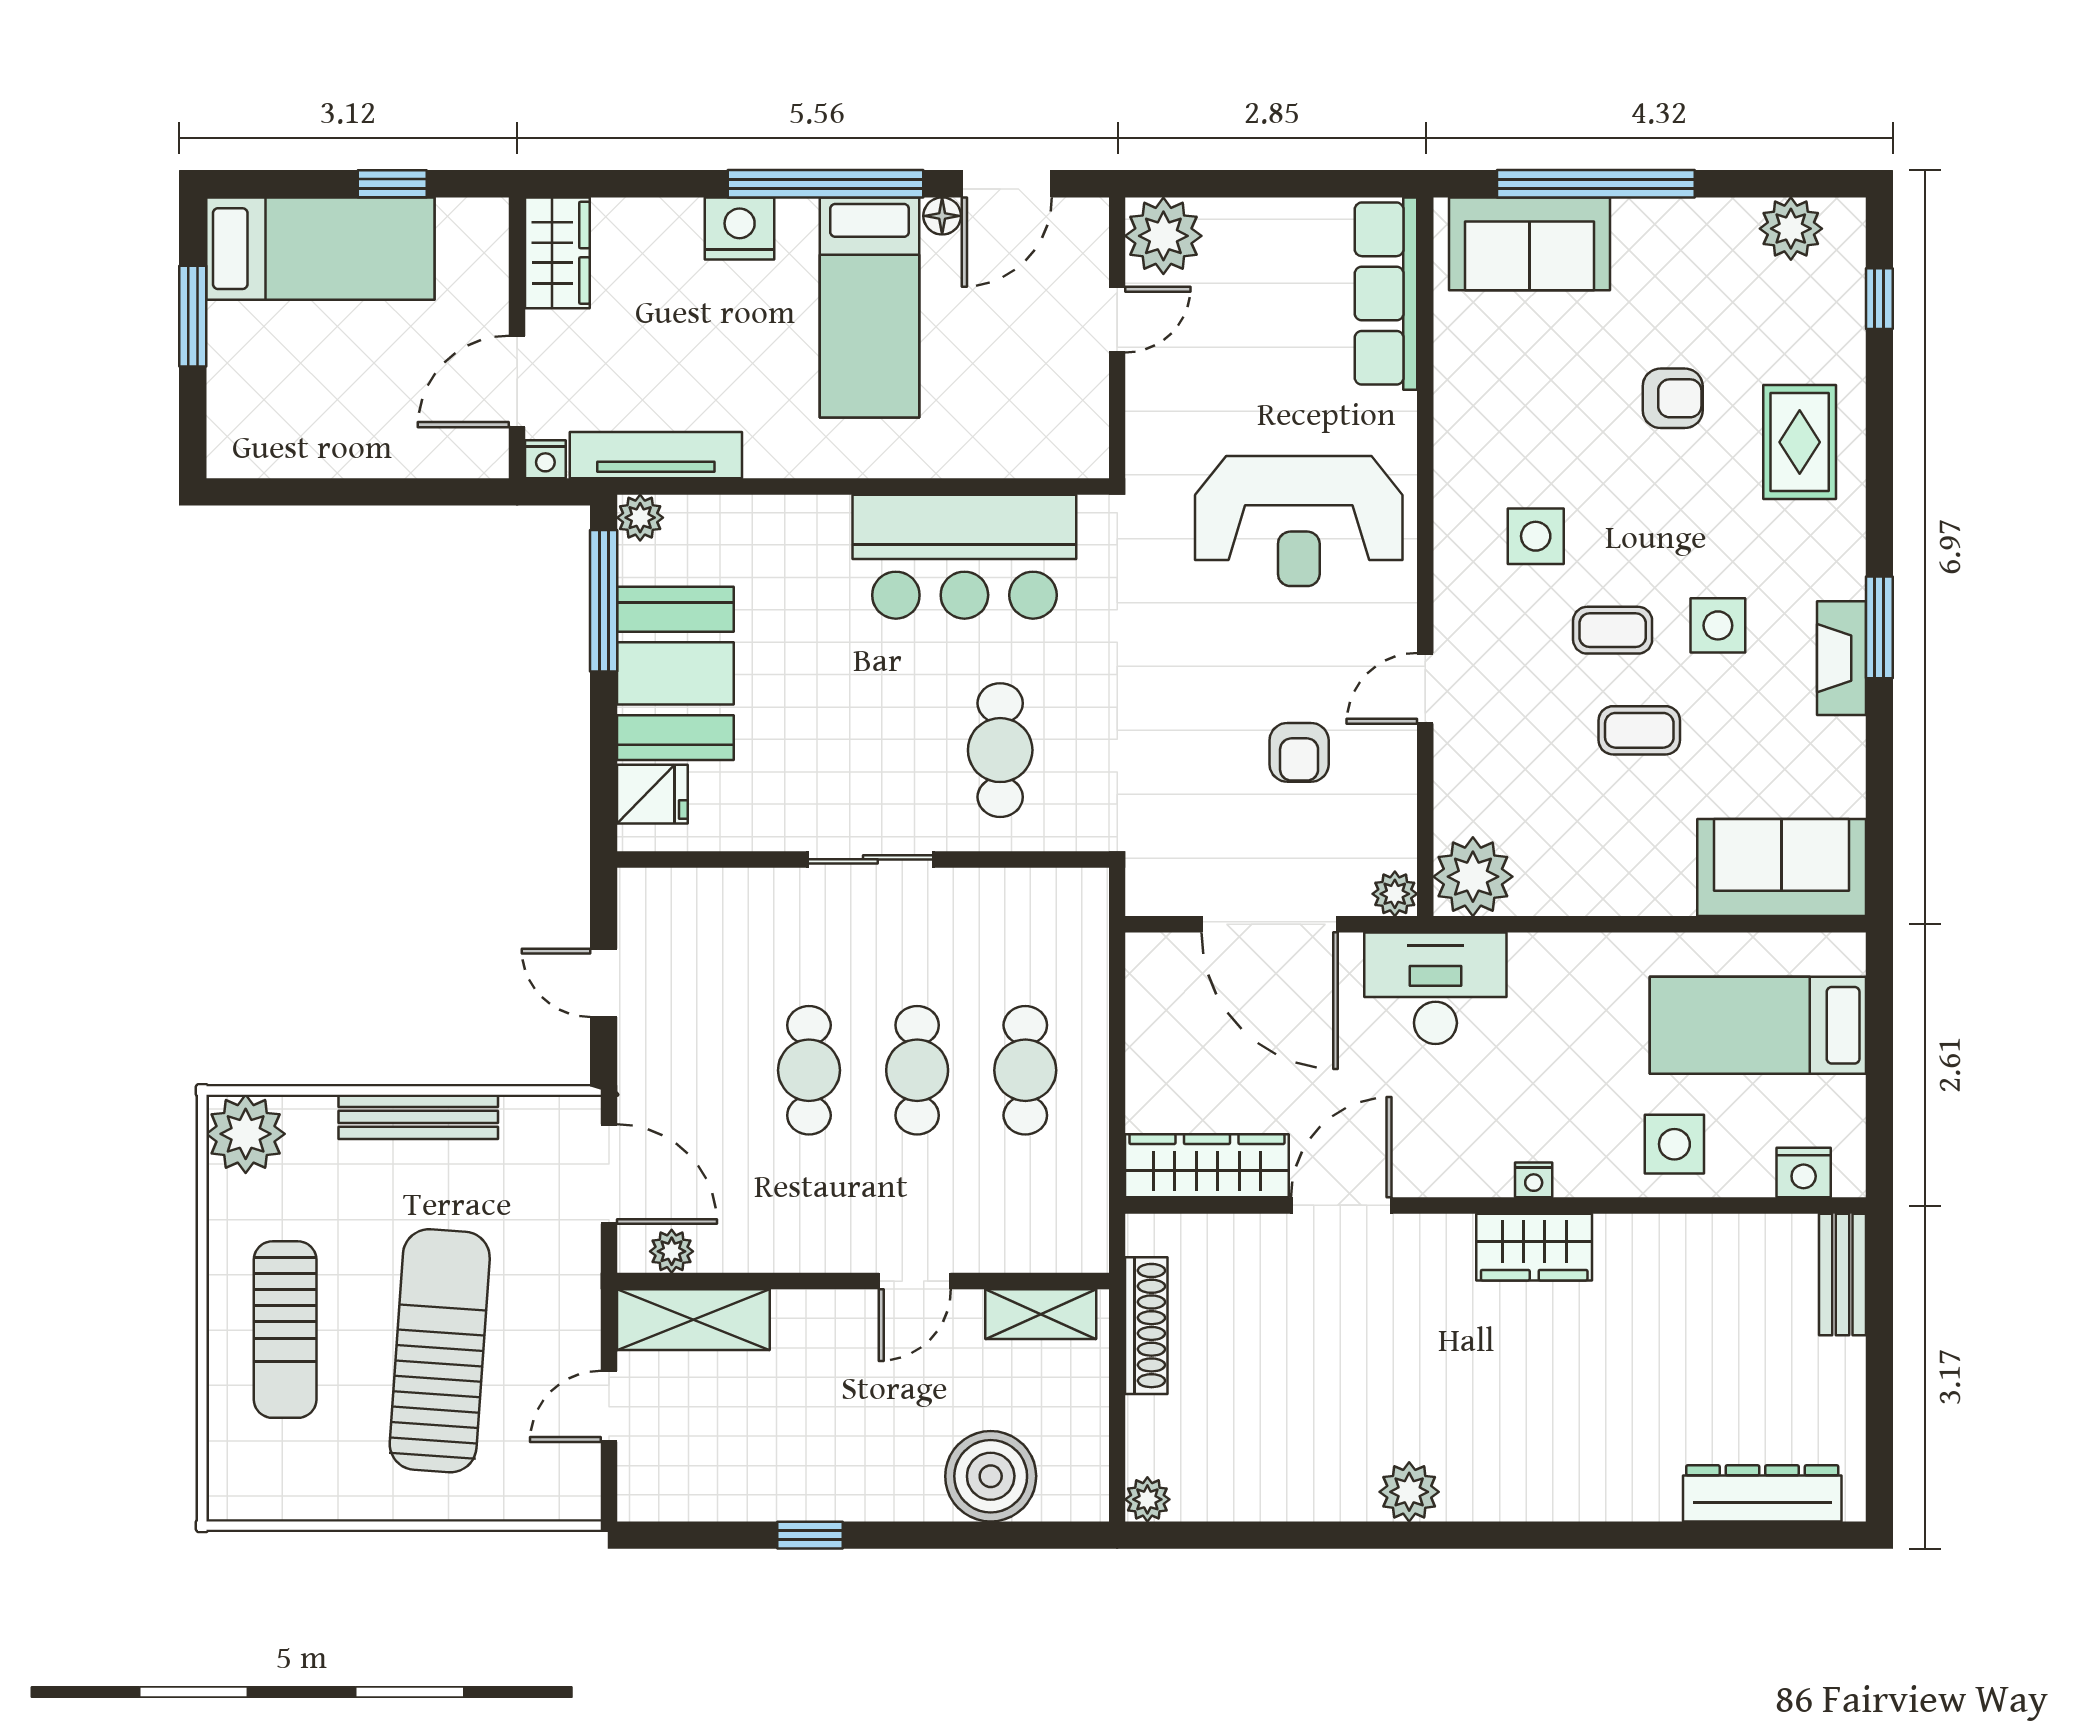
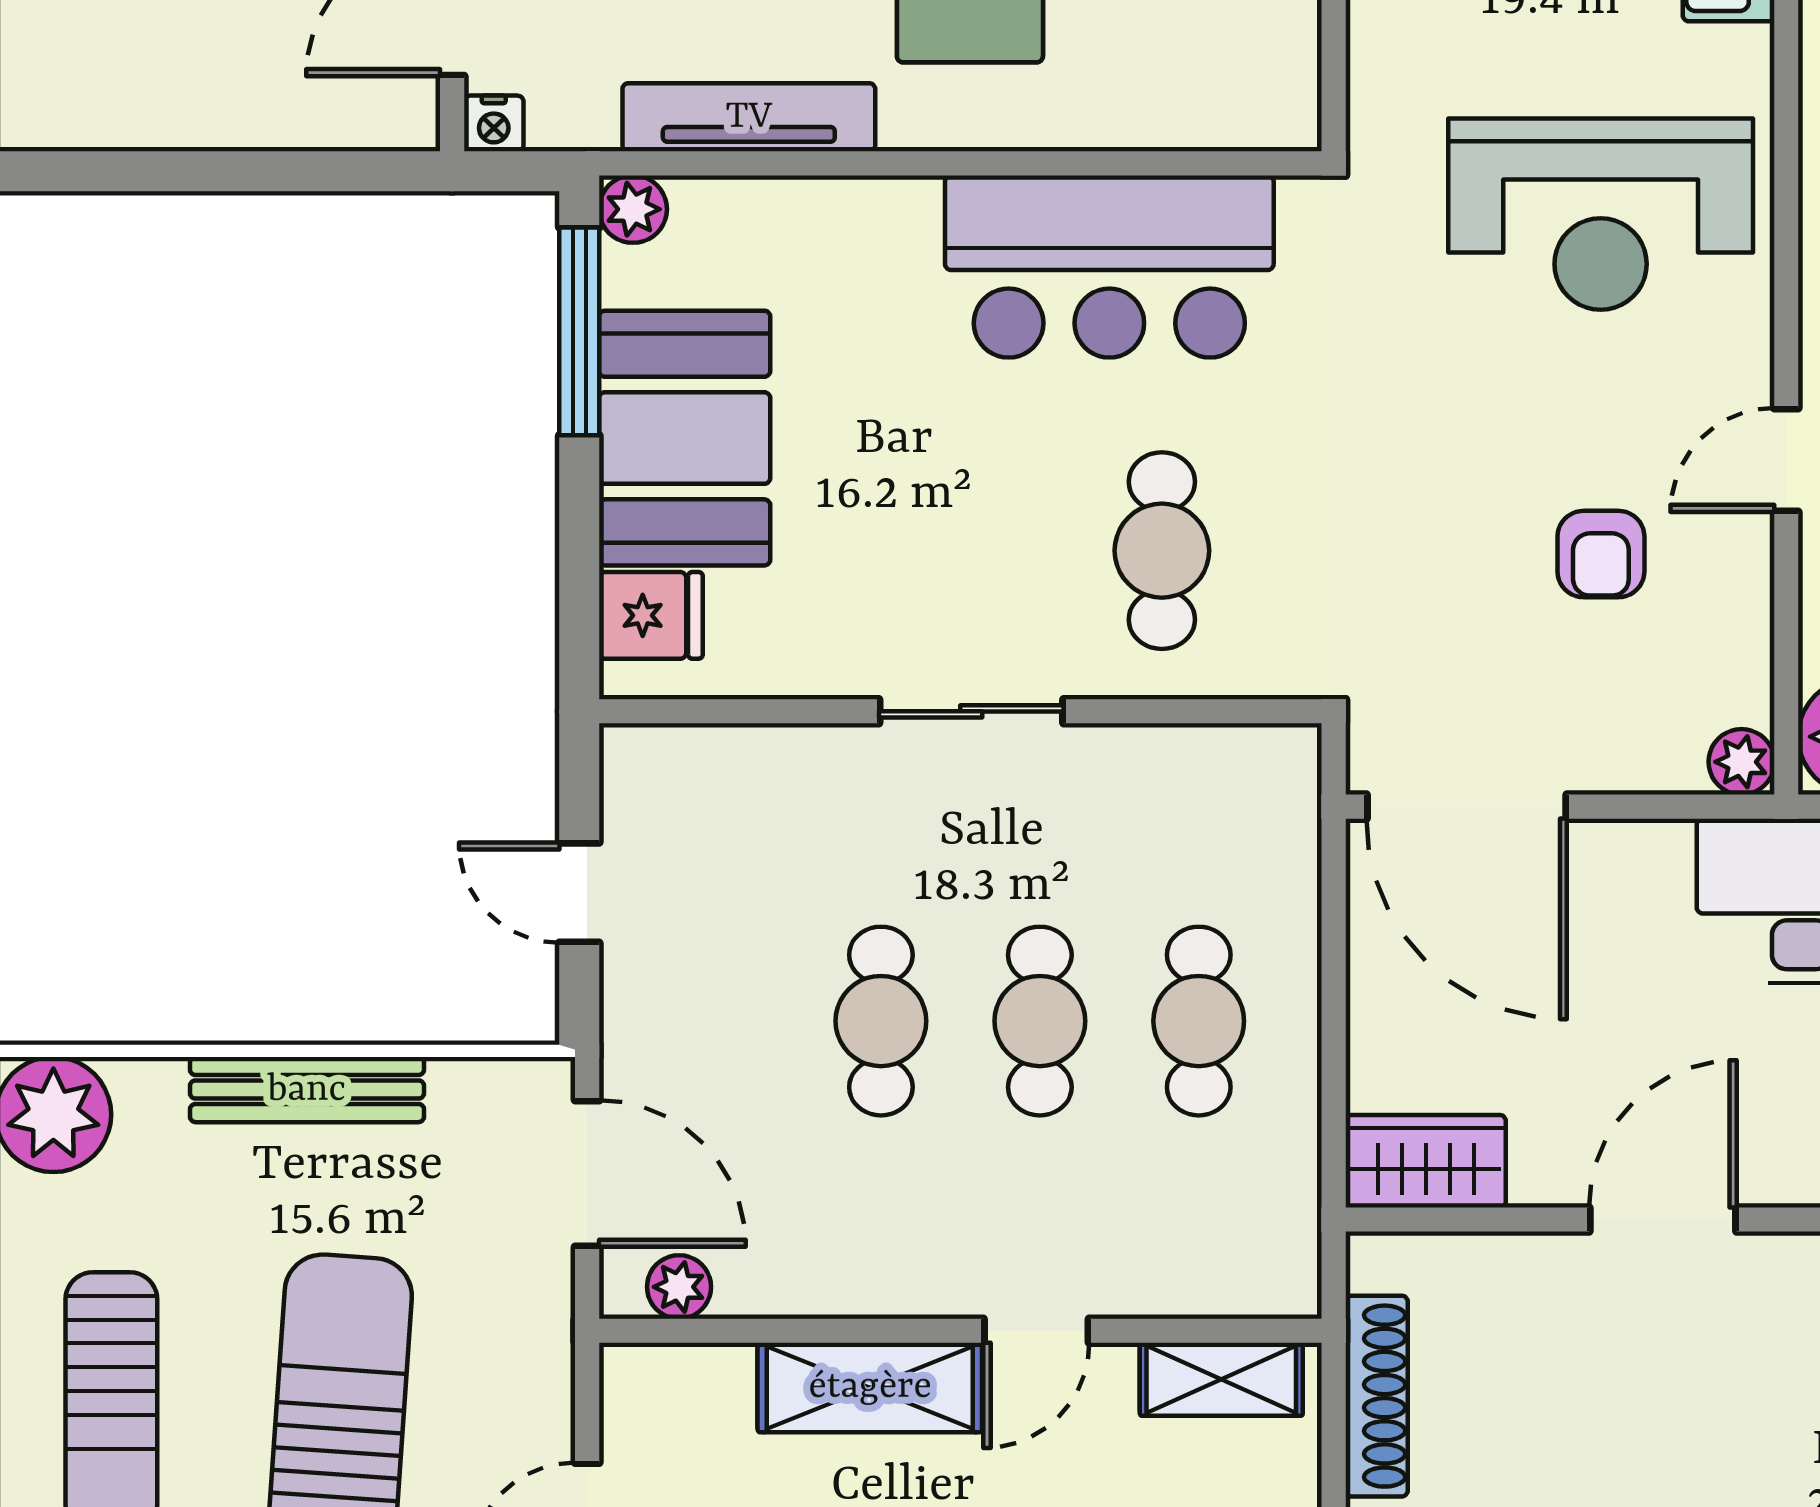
tv unit: (656, 455) -> (749, 117), moved
door: (1270, 924) -> (1467, 807), moved
wardrobe: (1207, 1166) -> (1426, 1161), width x0.67
shelving: (693, 1320) -> (870, 1387), moved

